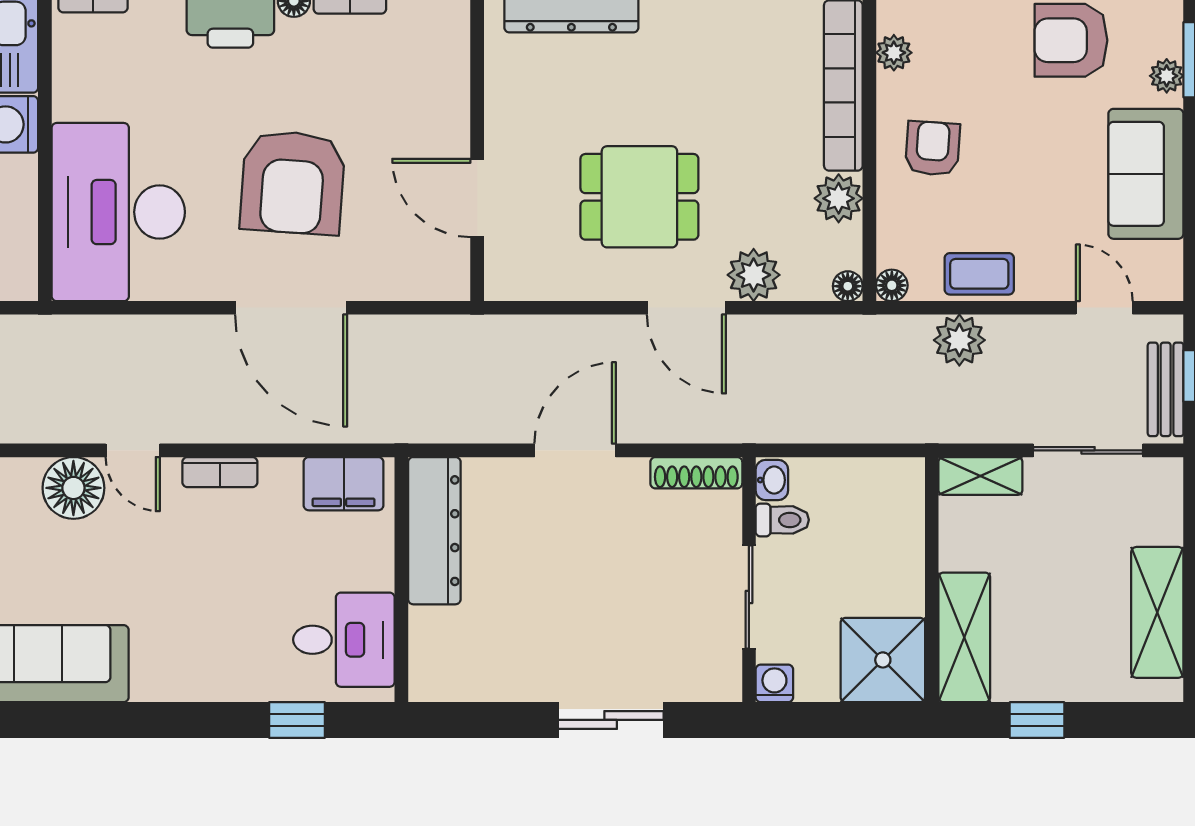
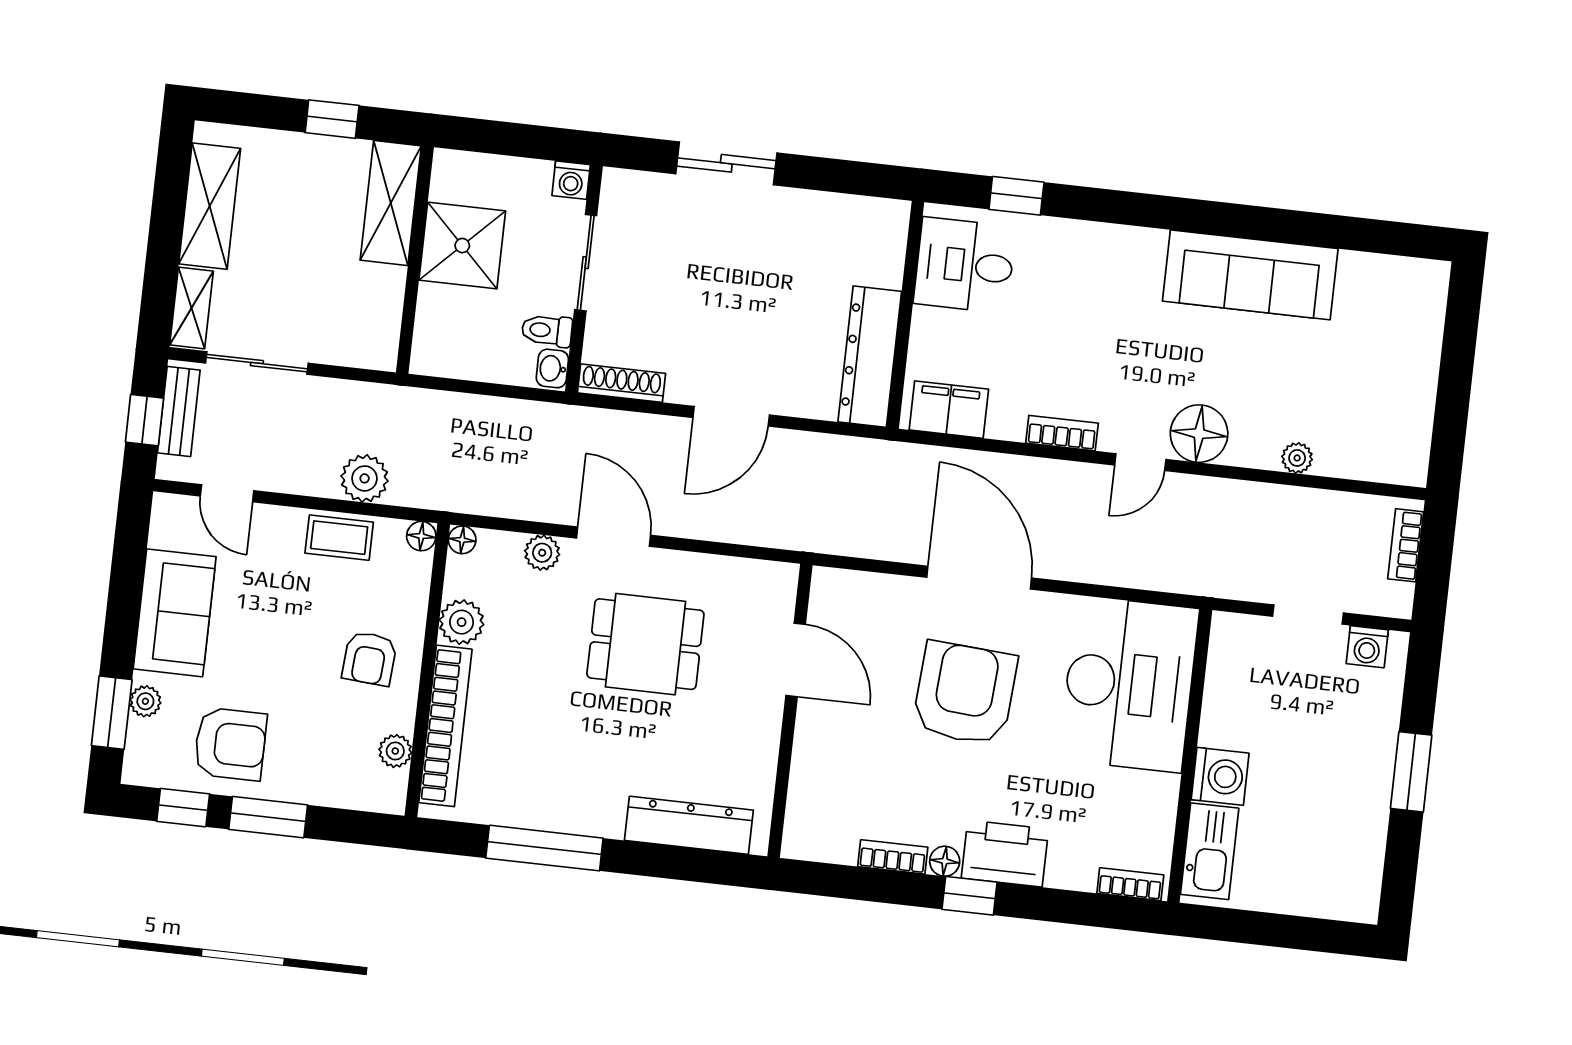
plant: (754, 275) -> (542, 553), width x0.73, depth x0.73
door: (133, 450) -> (1140, 462), swing flipped
shelving: (980, 476) -> (191, 308), moved, turned 90
shower: (883, 660) -> (462, 246), moved

